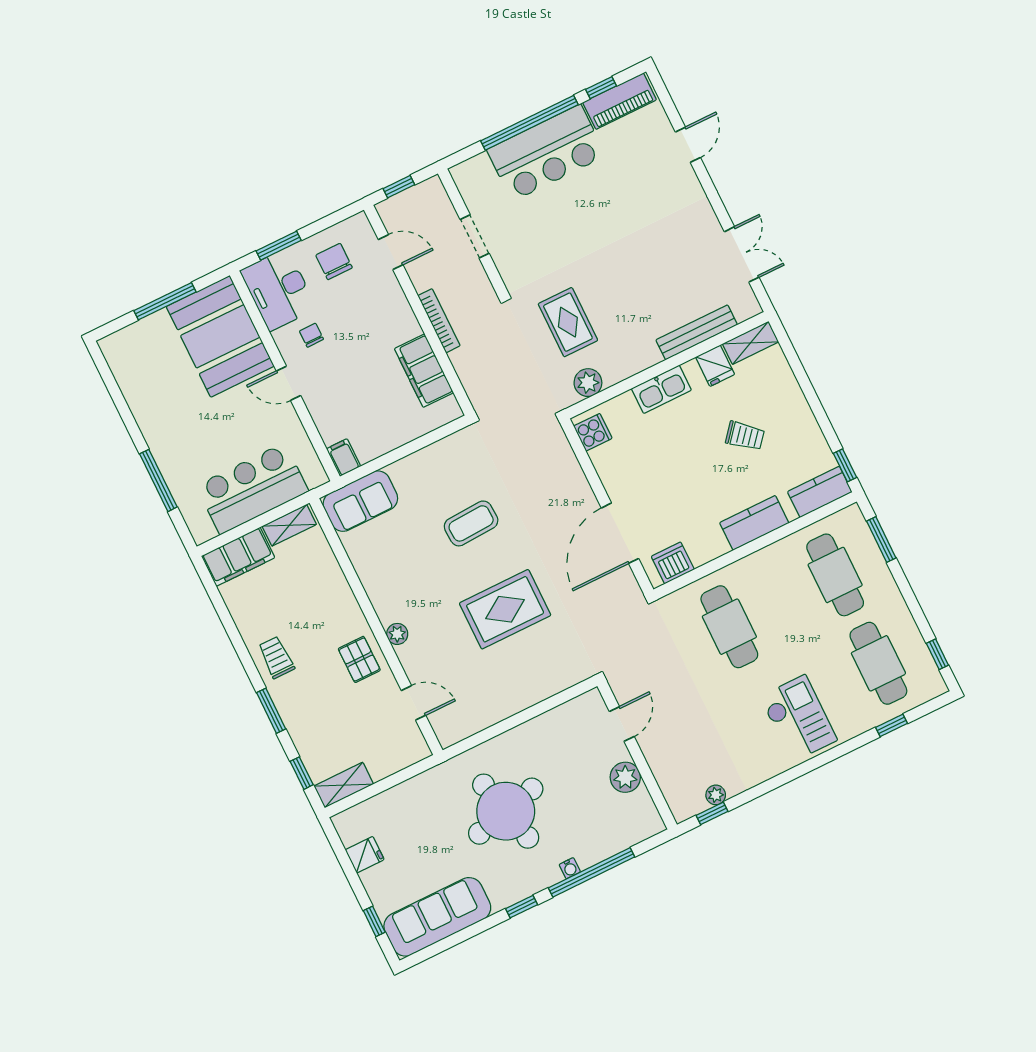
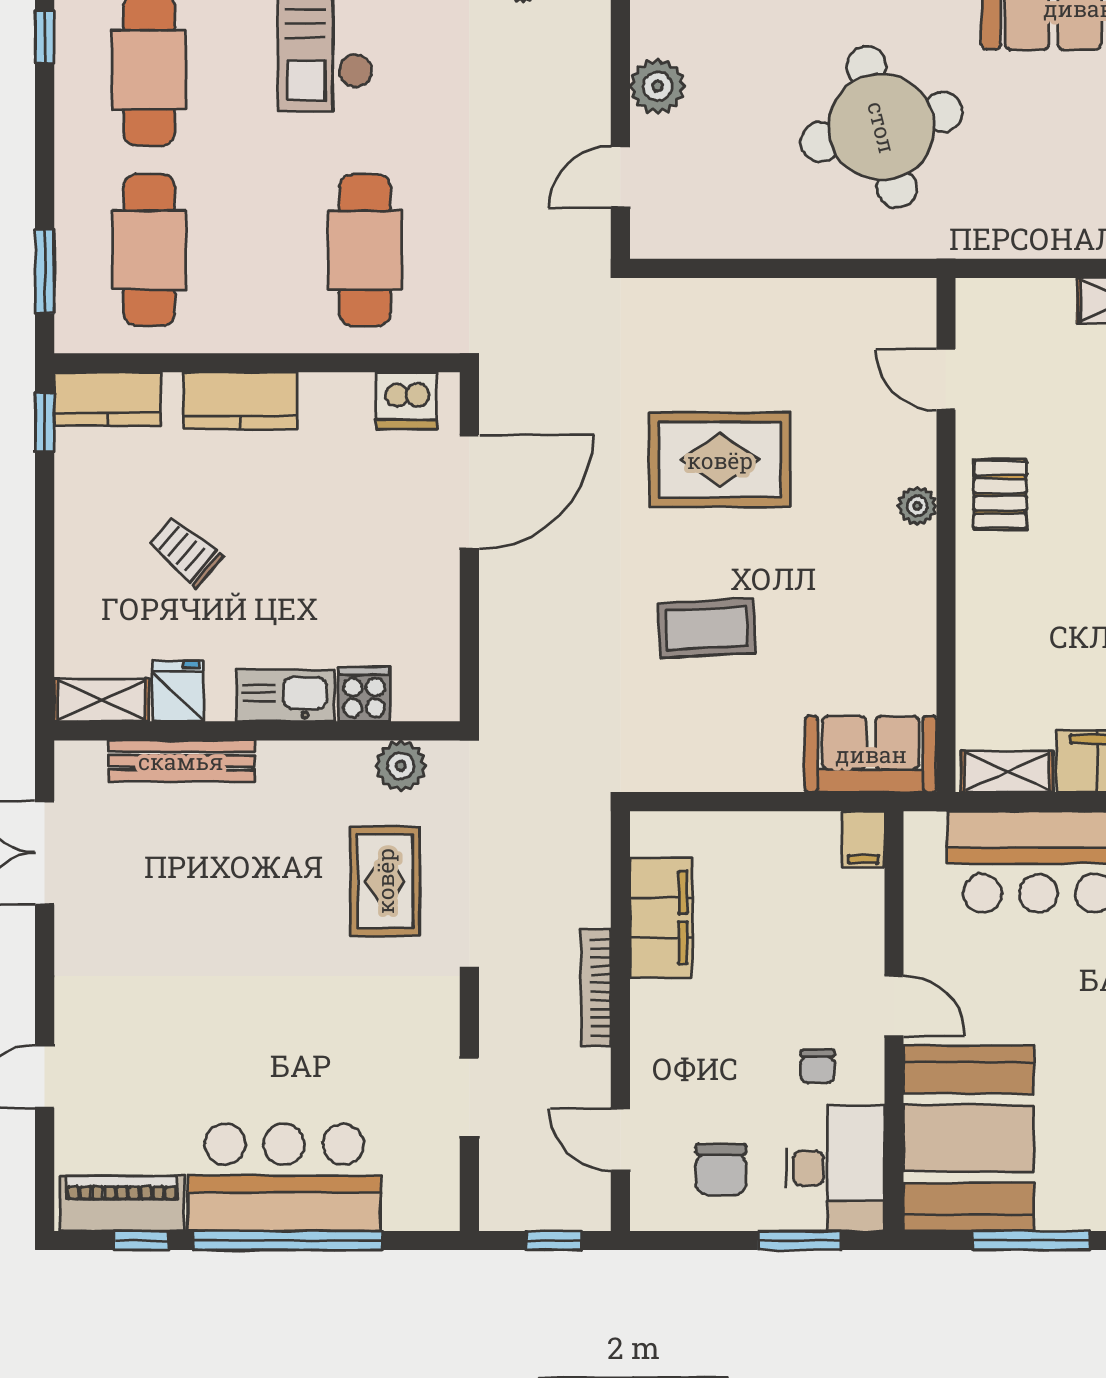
cooker: (593, 432) -> (364, 694), moved, turned 90

